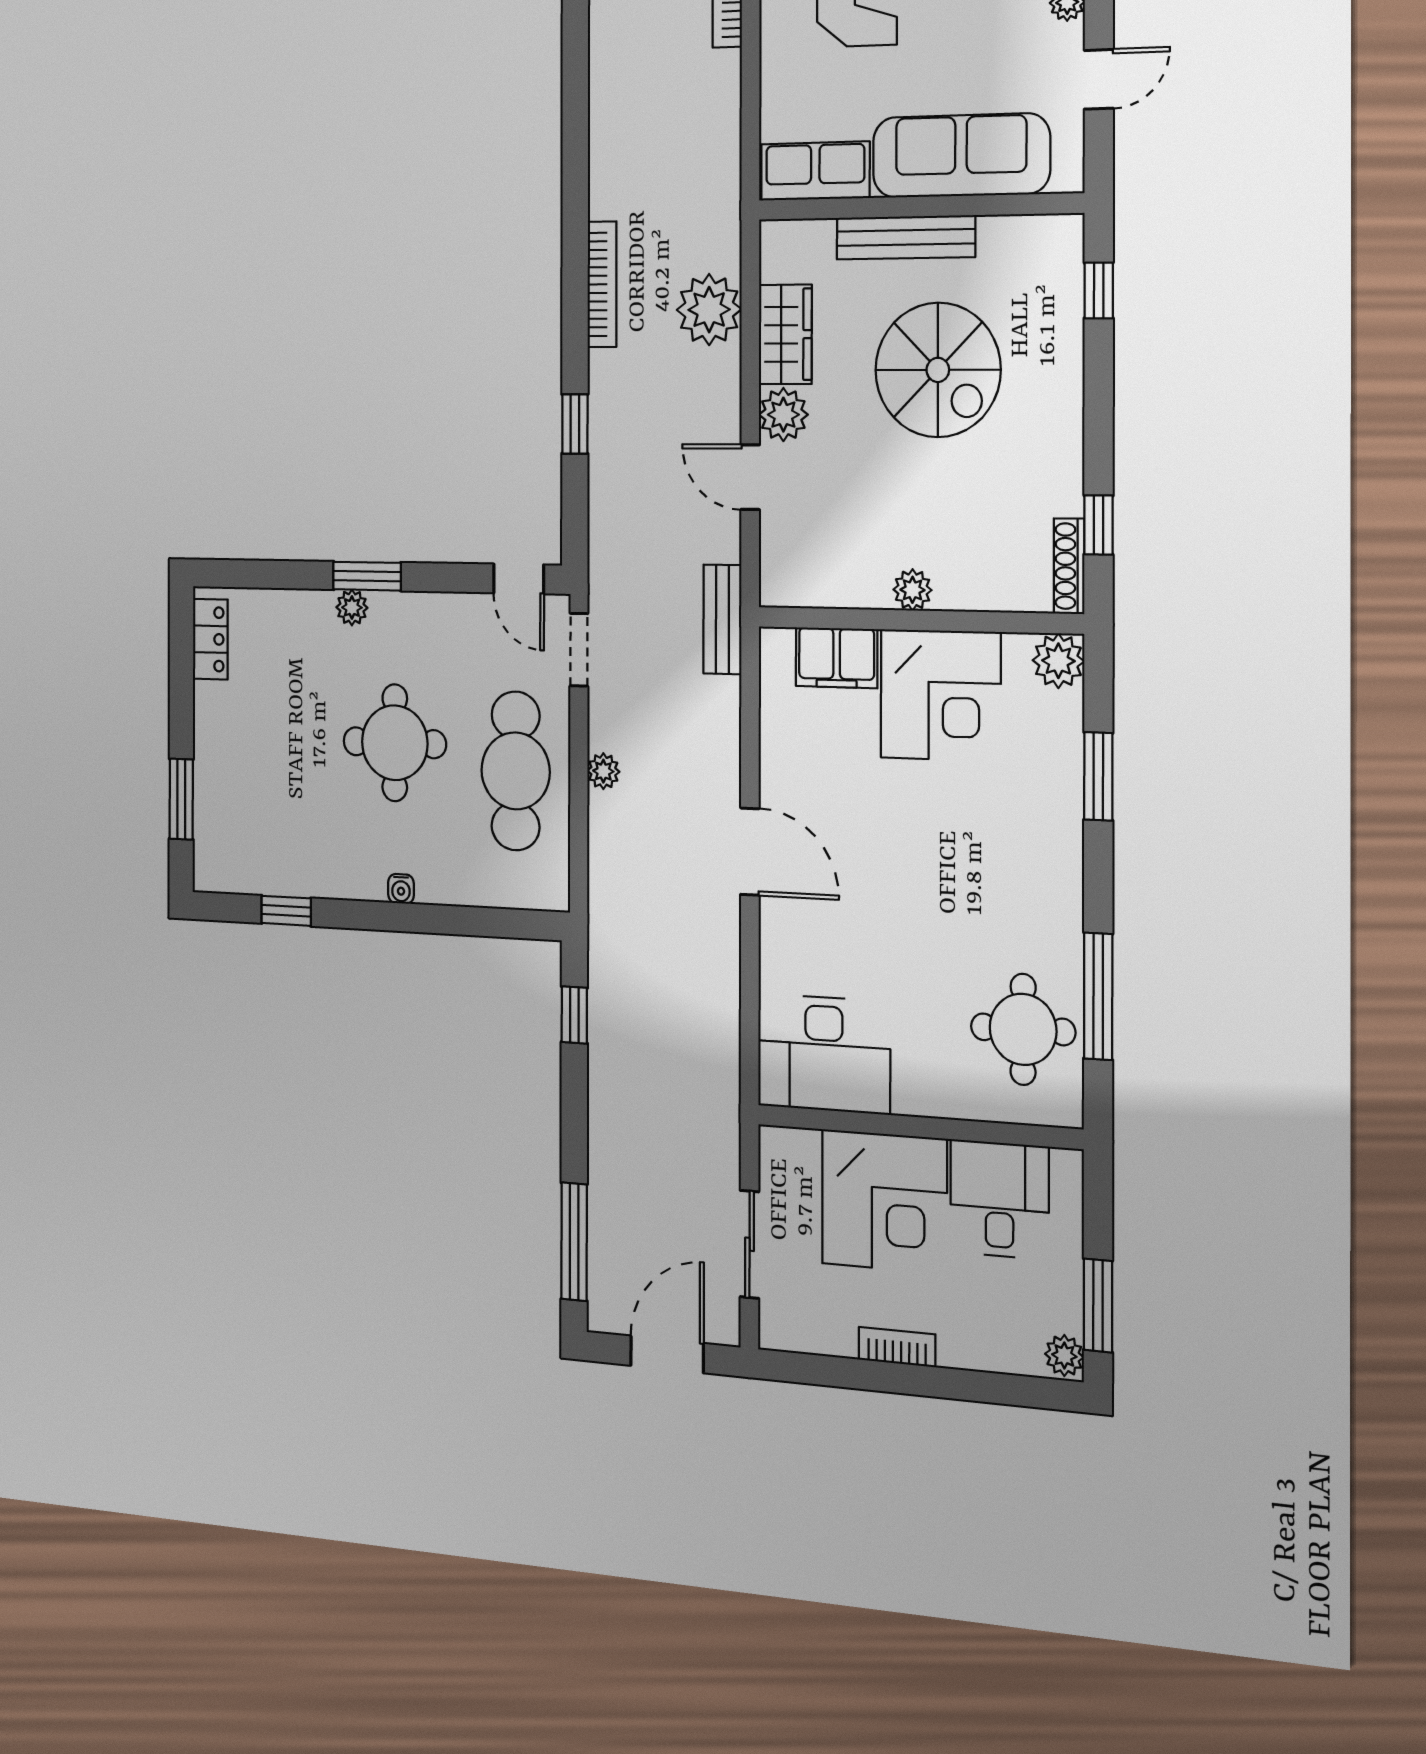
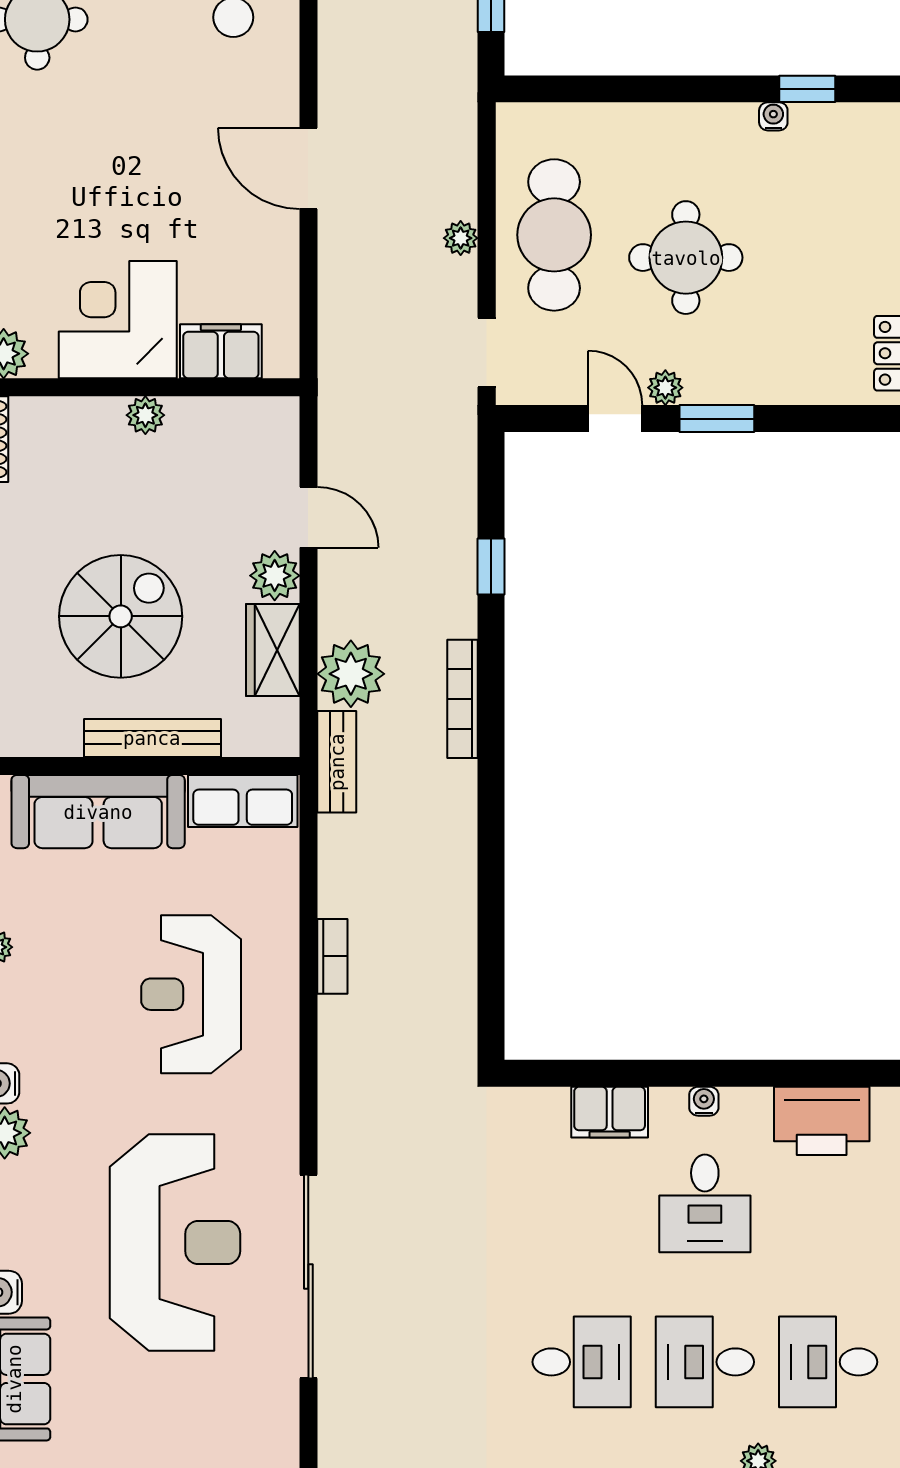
spiral stairs: (938, 370) -> (121, 616), turned 90
door: (519, 579) -> (615, 419), moved
plant: (352, 607) -> (665, 388), moved
bench: (722, 619) -> (337, 762), moved
water cooler: (401, 889) -> (773, 116), moved

